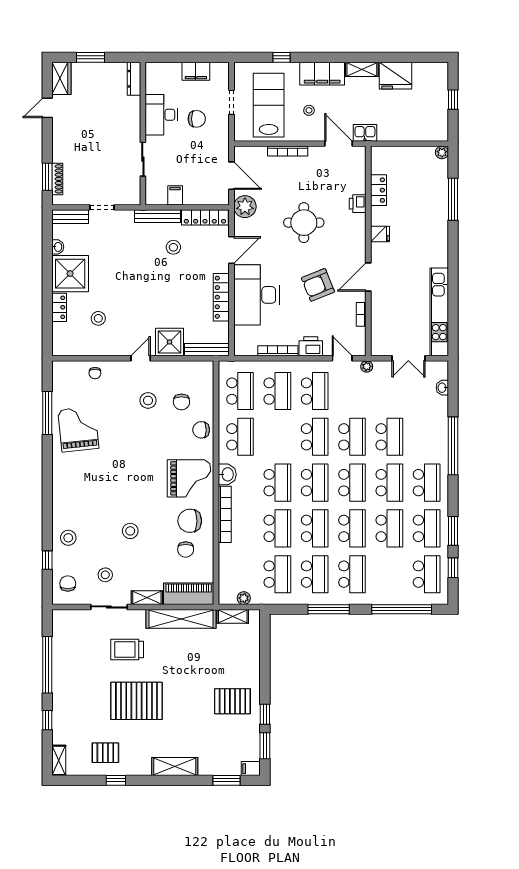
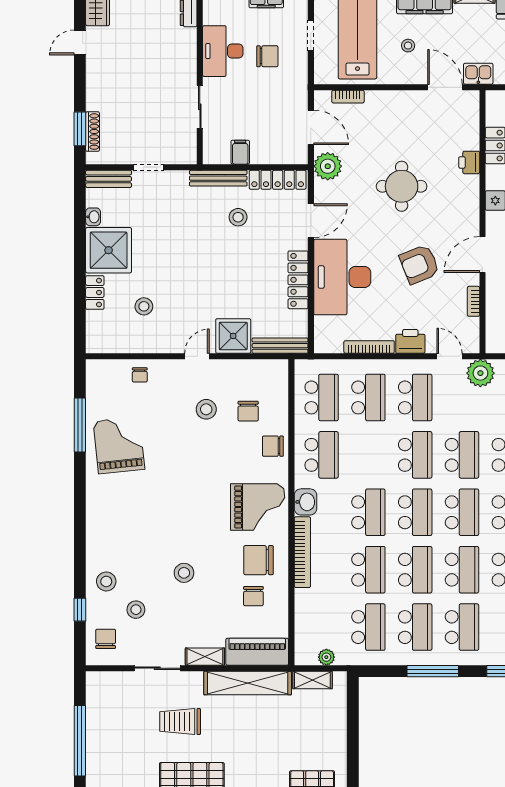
bookcase: (288, 151) -> (348, 97), moved, width x0.64
plant: (367, 366) -> (480, 373), width x1.88, depth x1.88
stool: (105, 575) -> (136, 610), moved

